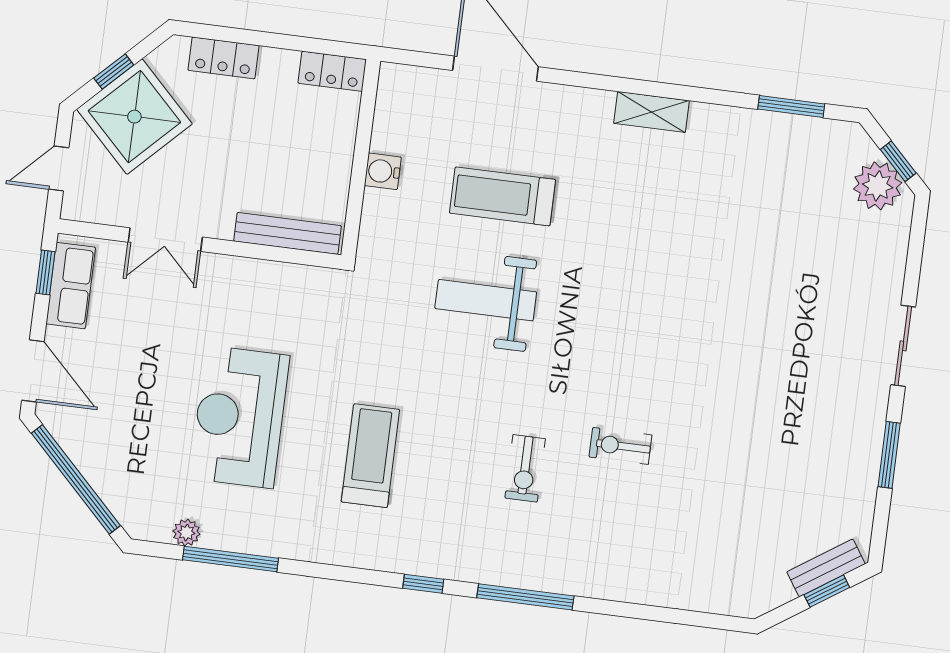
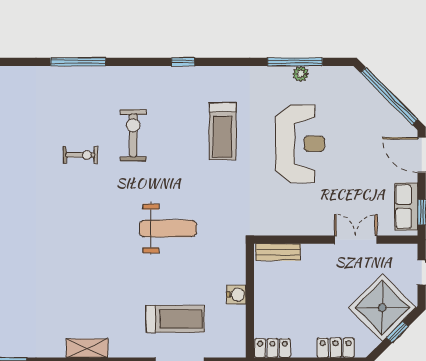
treadmill: (503, 196) -> (175, 319), moved
bench: (287, 233) -> (278, 252), width x0.73
exercise bike: (525, 468) -> (133, 135), width x1.38, depth x1.39
plant: (186, 533) -> (301, 74), moved
window: (525, 597) -> (78, 62), moved

